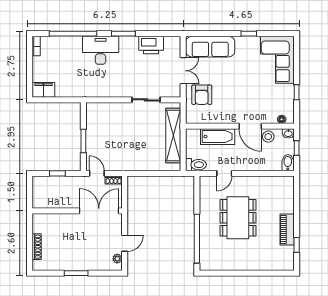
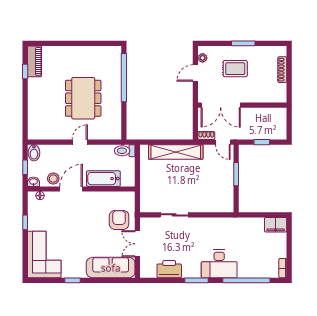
door: (250, 126) -> (71, 189), hinge flipped
shelving: (173, 136) -> (176, 152), moved, turned 90
door: (224, 173) -> (80, 142), moved
piano: (287, 230) -> (35, 61), moved
rug: (84, 248) -> (235, 69), added

